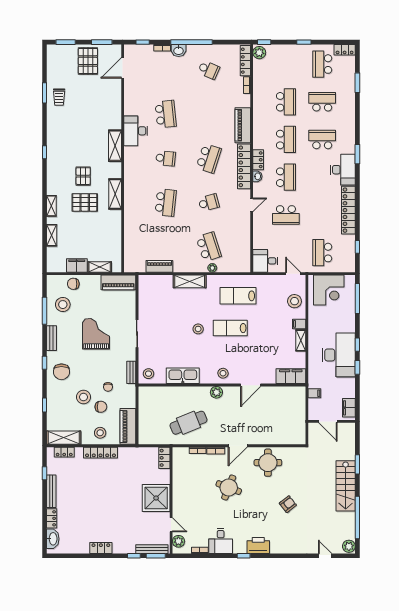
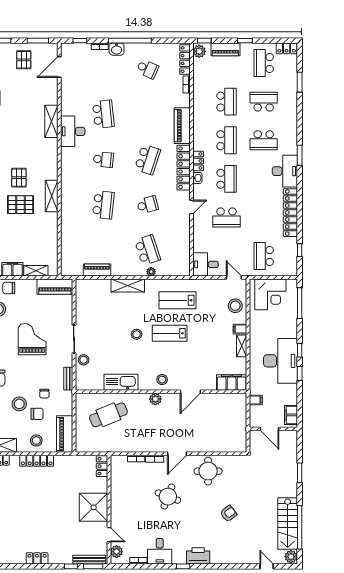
piano: (285, 51) -> (225, 49), added
pallet: (88, 61) -> (24, 60), width x0.67, depth x0.71
school desk: (322, 139) -> (264, 140), turned 180
shelving: (115, 146) -> (51, 121), moved
stool: (148, 374) -> (84, 360), moved
cafe table: (188, 423) -> (108, 415), moved
stairs: (346, 486) -> (288, 523), moved

